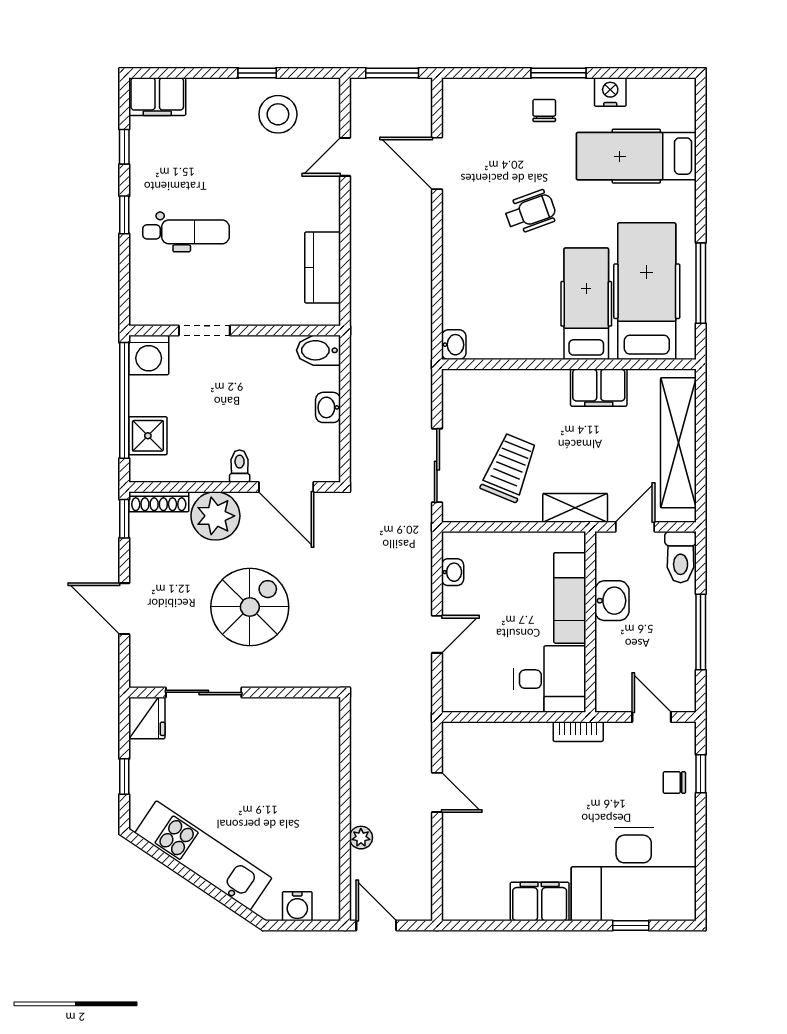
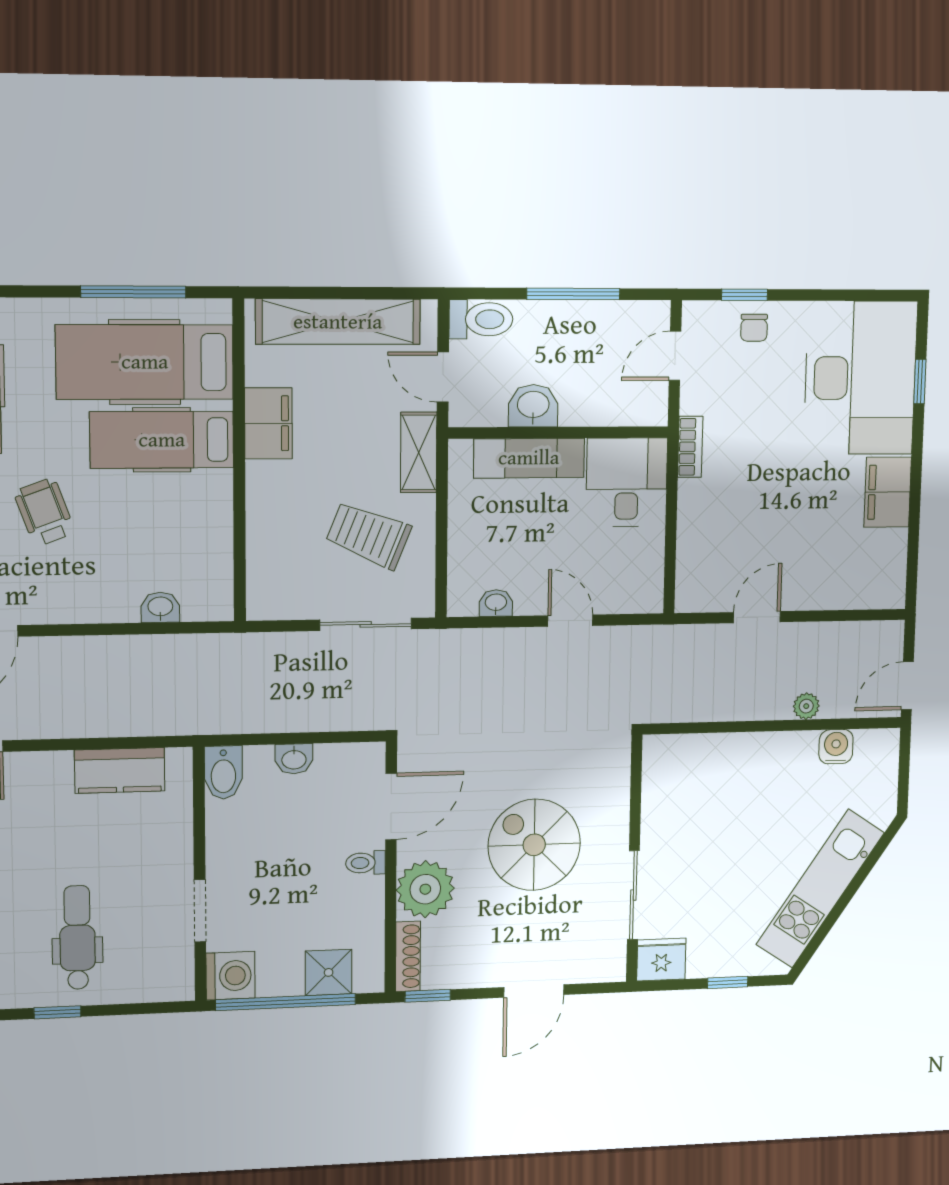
washbasin: (454, 345) -> (160, 607), moved
water cooler: (297, 906) -> (836, 747), moved, turned -90

